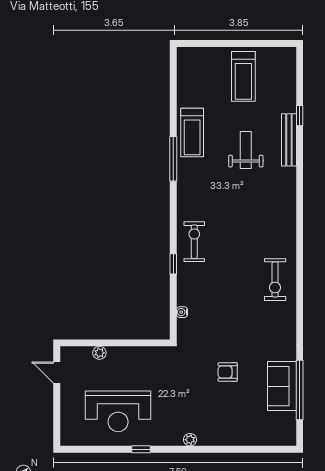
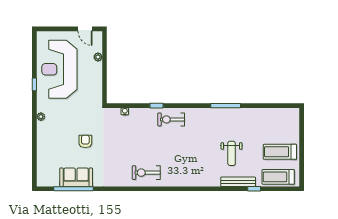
treadmill: (192, 132) -> (278, 177), moved
weight bench: (246, 150) -> (232, 153), turned 90
exercise bike: (194, 242) -> (171, 119), turned 180
door: (57, 372) -> (85, 29), swing flipped
reception desk: (118, 411) -> (59, 69), width x1.36, depth x1.30

